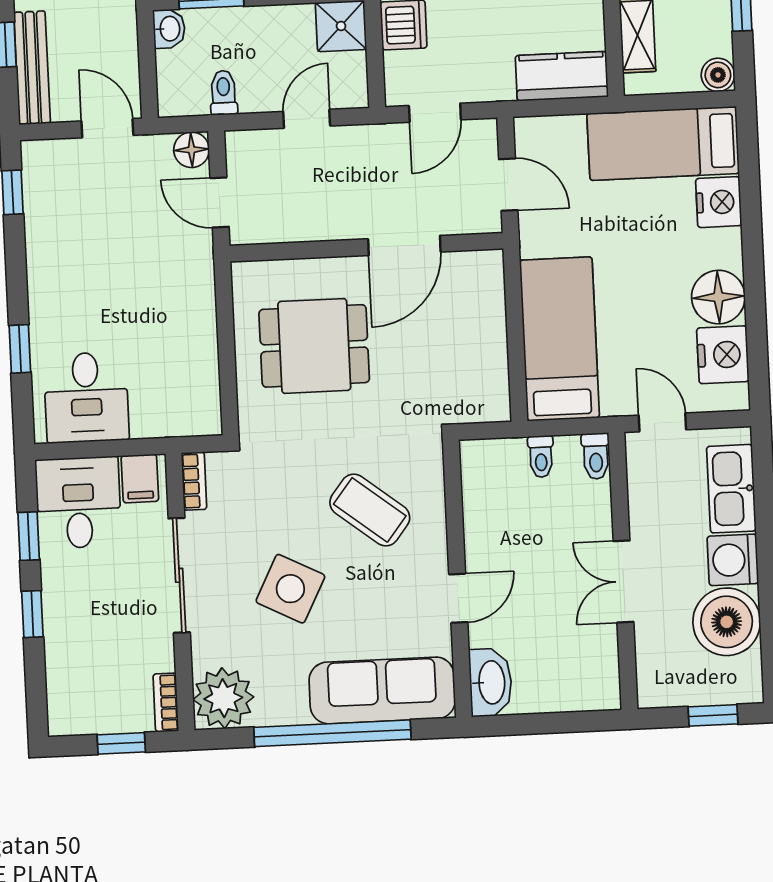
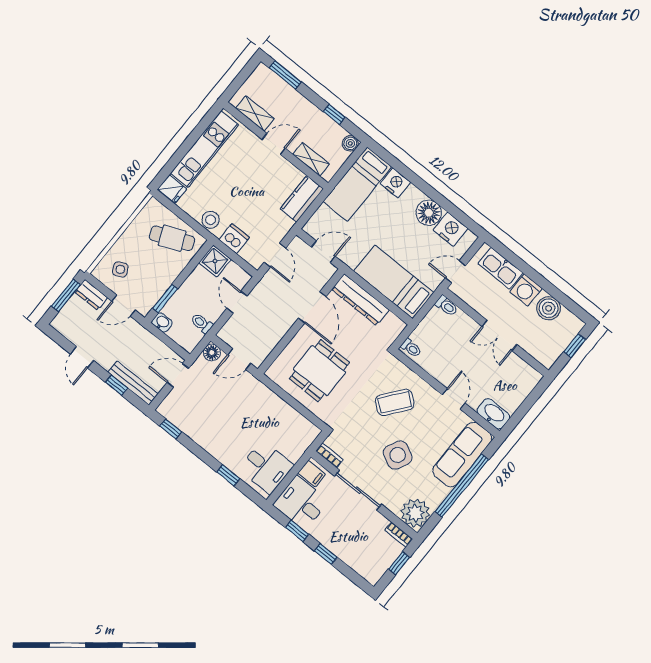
dresser: (485, 311) -> (360, 300), added
toilet: (541, 457) -> (411, 348), moved
boiler: (727, 622) -> (549, 308), width x0.73, depth x0.73

